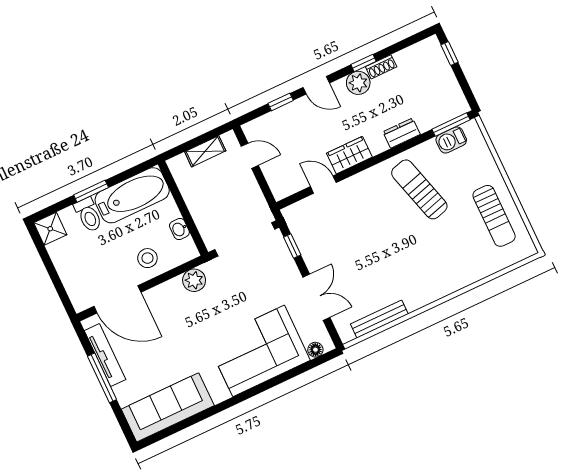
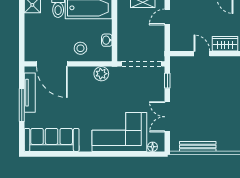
door: (250, 156) -> (167, 17), swing flipped
double door: (316, 297) -> (167, 117), swing flipped

